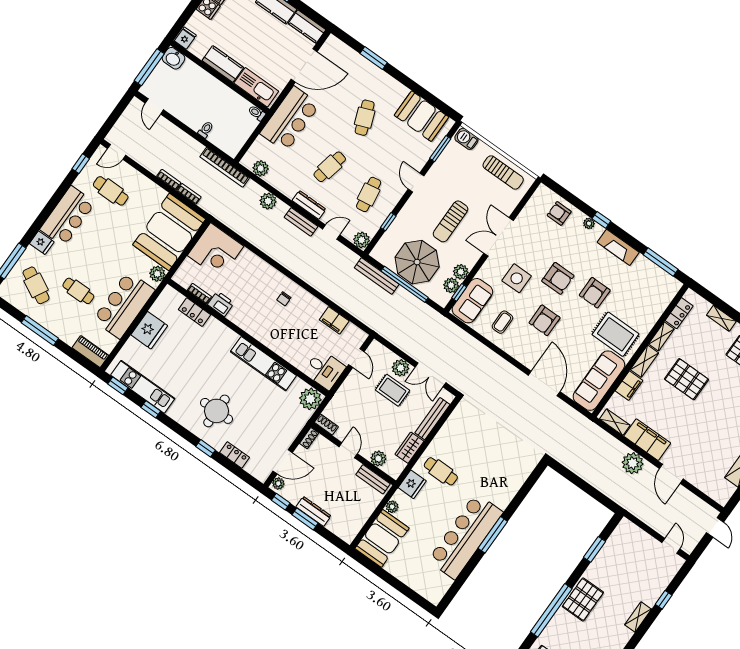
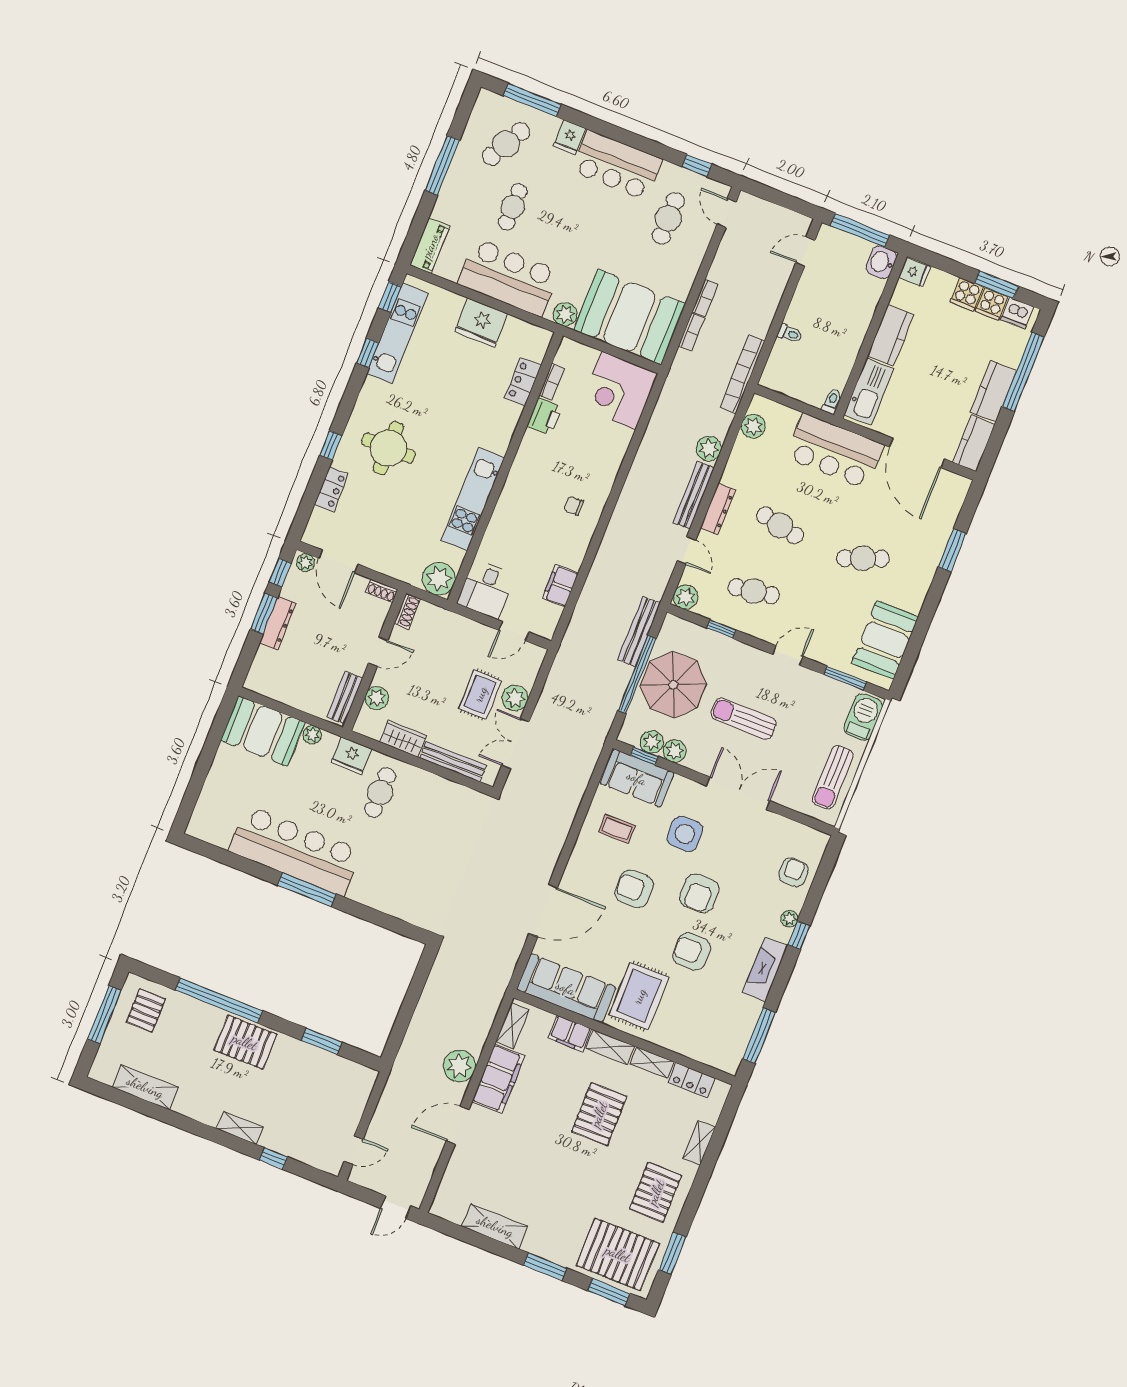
barbecue: (466, 139) -> (863, 717), width x1.38, depth x1.27
bench: (301, 222) -> (694, 495), width x1.36

